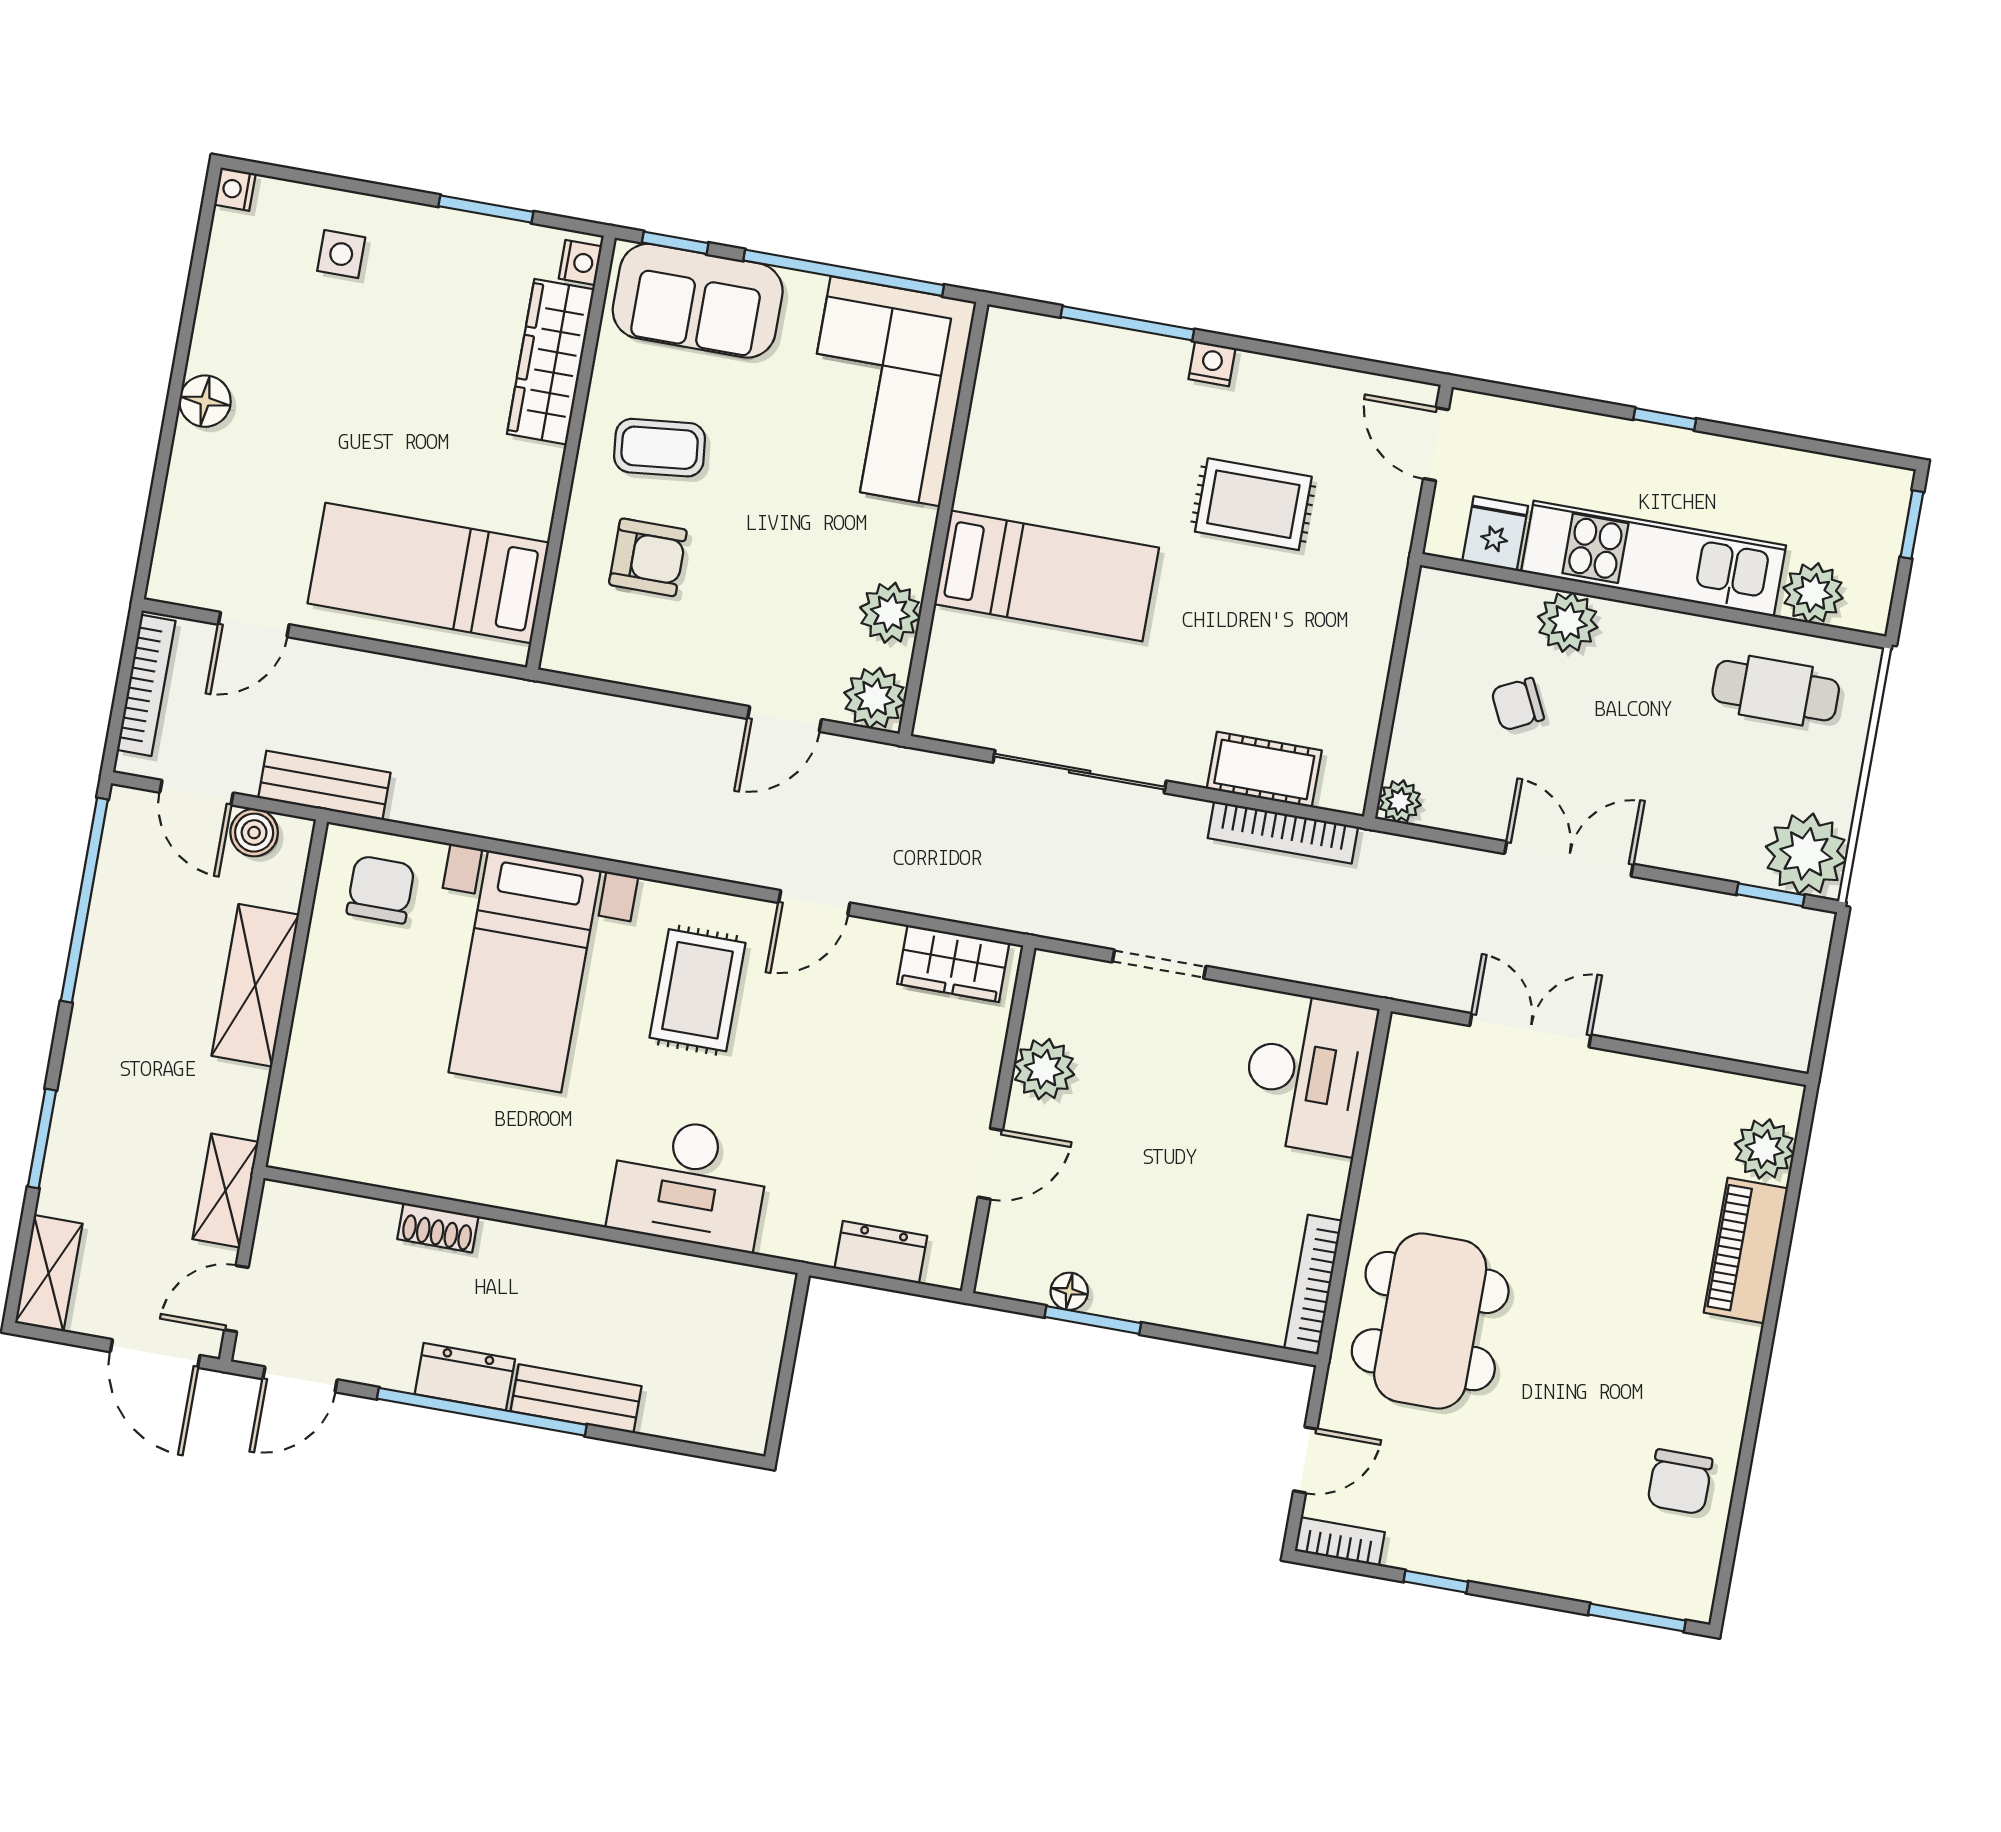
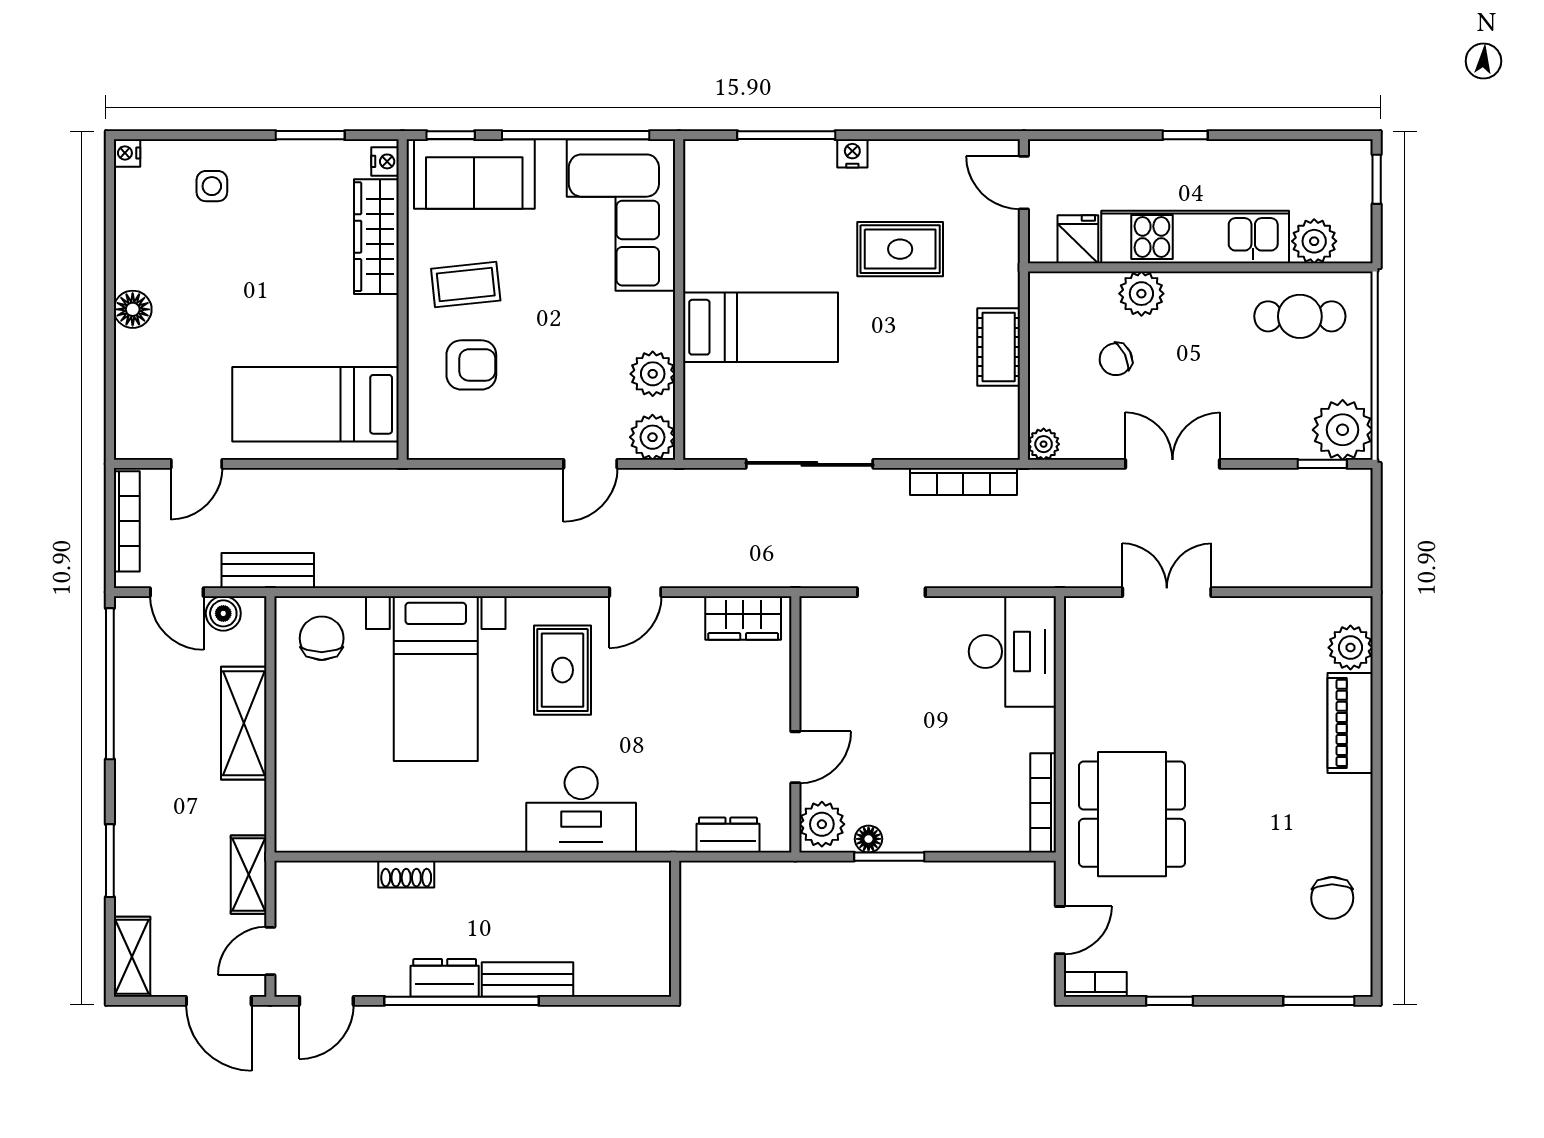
cot: (1264, 770) -> (999, 347), moved, turned 90
plant: (1044, 1069) -> (822, 824), moved

